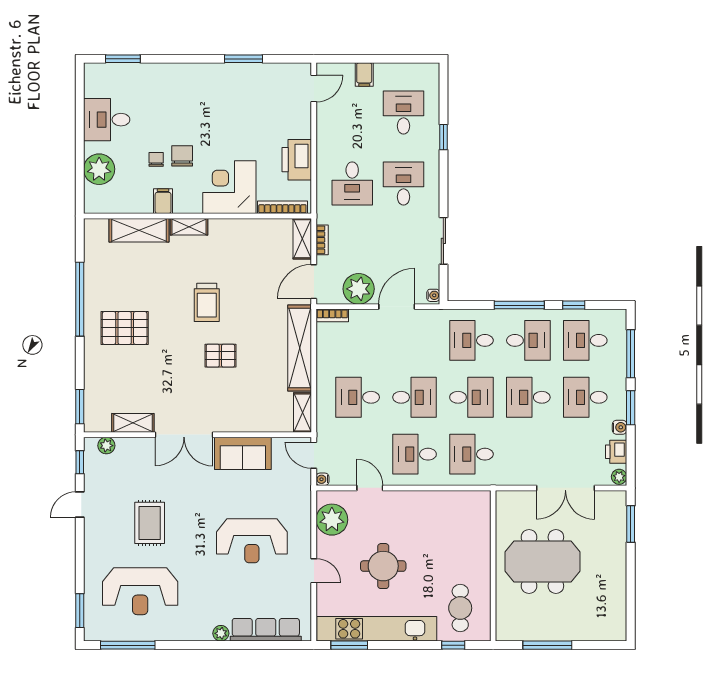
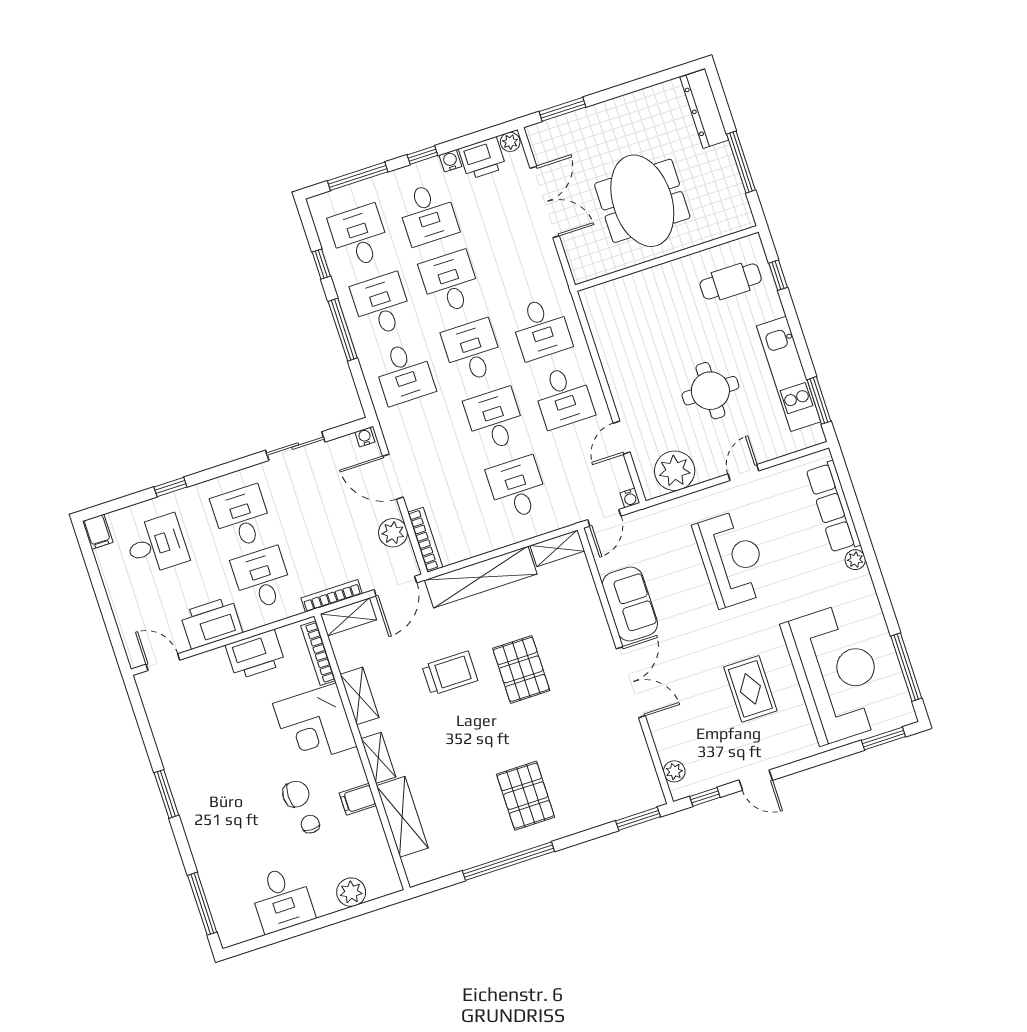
window: (123, 59) -> (202, 904), width x1.44
window: (243, 59) -> (166, 794), moved
filing cabinet: (364, 75) -> (98, 532), moved, turned 90
desk: (404, 113) -> (157, 545), turned 180
printer: (332, 134) -> (211, 623), added
chair: (182, 156) -> (296, 794), turned 180
chair: (156, 159) -> (310, 824), turned 90
plant: (99, 169) -> (351, 892), width x0.73, depth x0.73
desk: (352, 183) -> (262, 579), turned -90
desk: (404, 183) -> (242, 517), turned 90
bookcase: (322, 240) -> (332, 596), width x1.56
door: (314, 282) -> (395, 586), hinge flipped
plant: (359, 289) -> (393, 533), width x0.73, depth x0.73
trolley: (207, 302) -> (450, 673), moved
bookcase: (332, 315) -> (425, 540), width x1.56
desk: (585, 340) -> (359, 236), turned 180
pallet: (220, 356) -> (521, 669), width x1.50, depth x1.42
desk: (358, 397) -> (517, 488), turned 180
desk: (528, 397) -> (450, 282), turned 180
window: (631, 408) -> (422, 155), width x0.67
shelving: (133, 423) -> (360, 696), moved
printer: (616, 452) -> (482, 158), width x1.36, depth x1.24
rug: (150, 523) -> (750, 689), turned 90
reception desk: (140, 591) -> (836, 673), width x1.36, depth x1.30
kitchen unit: (377, 629) -> (789, 374), width x0.73
dresser: (596, 631) -> (704, 109), added

